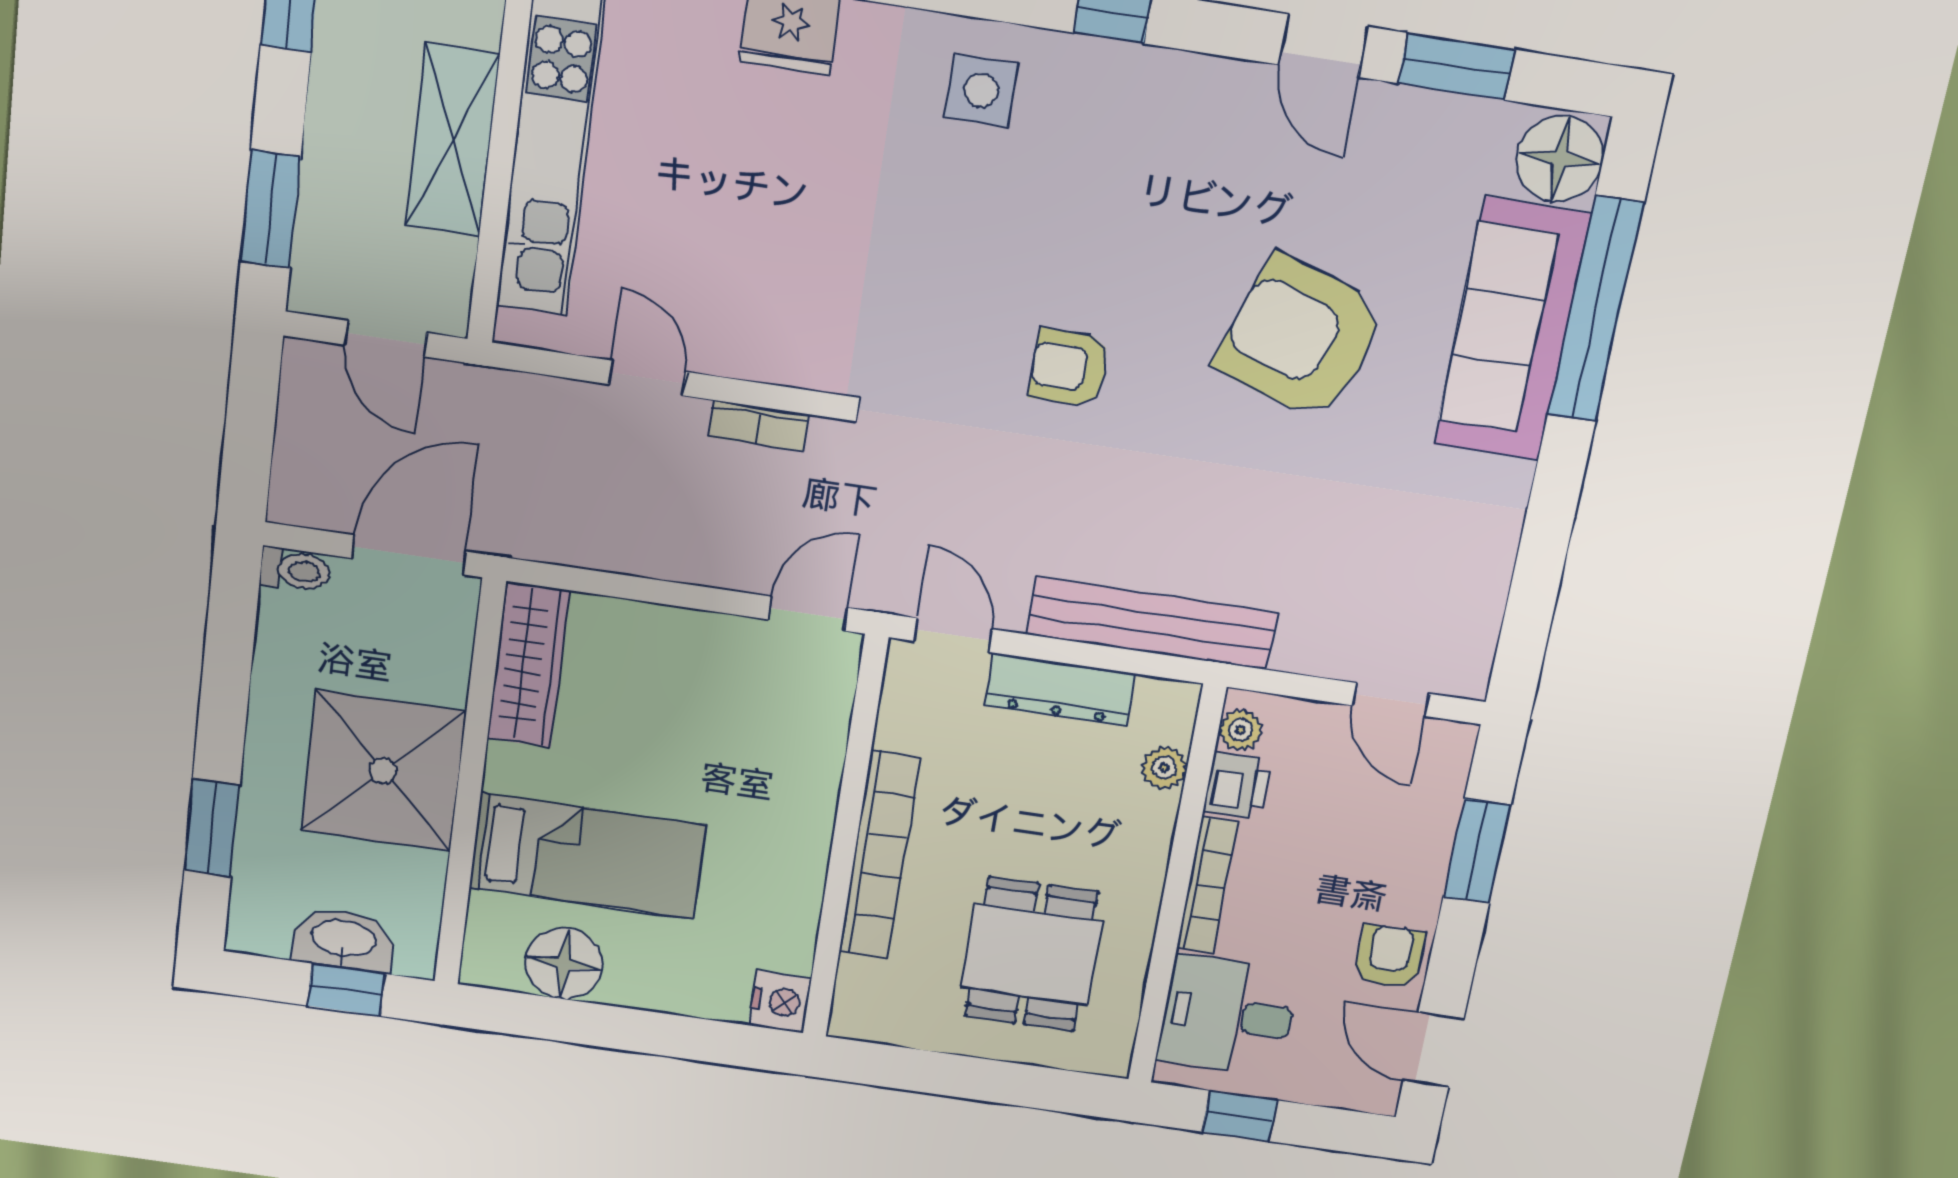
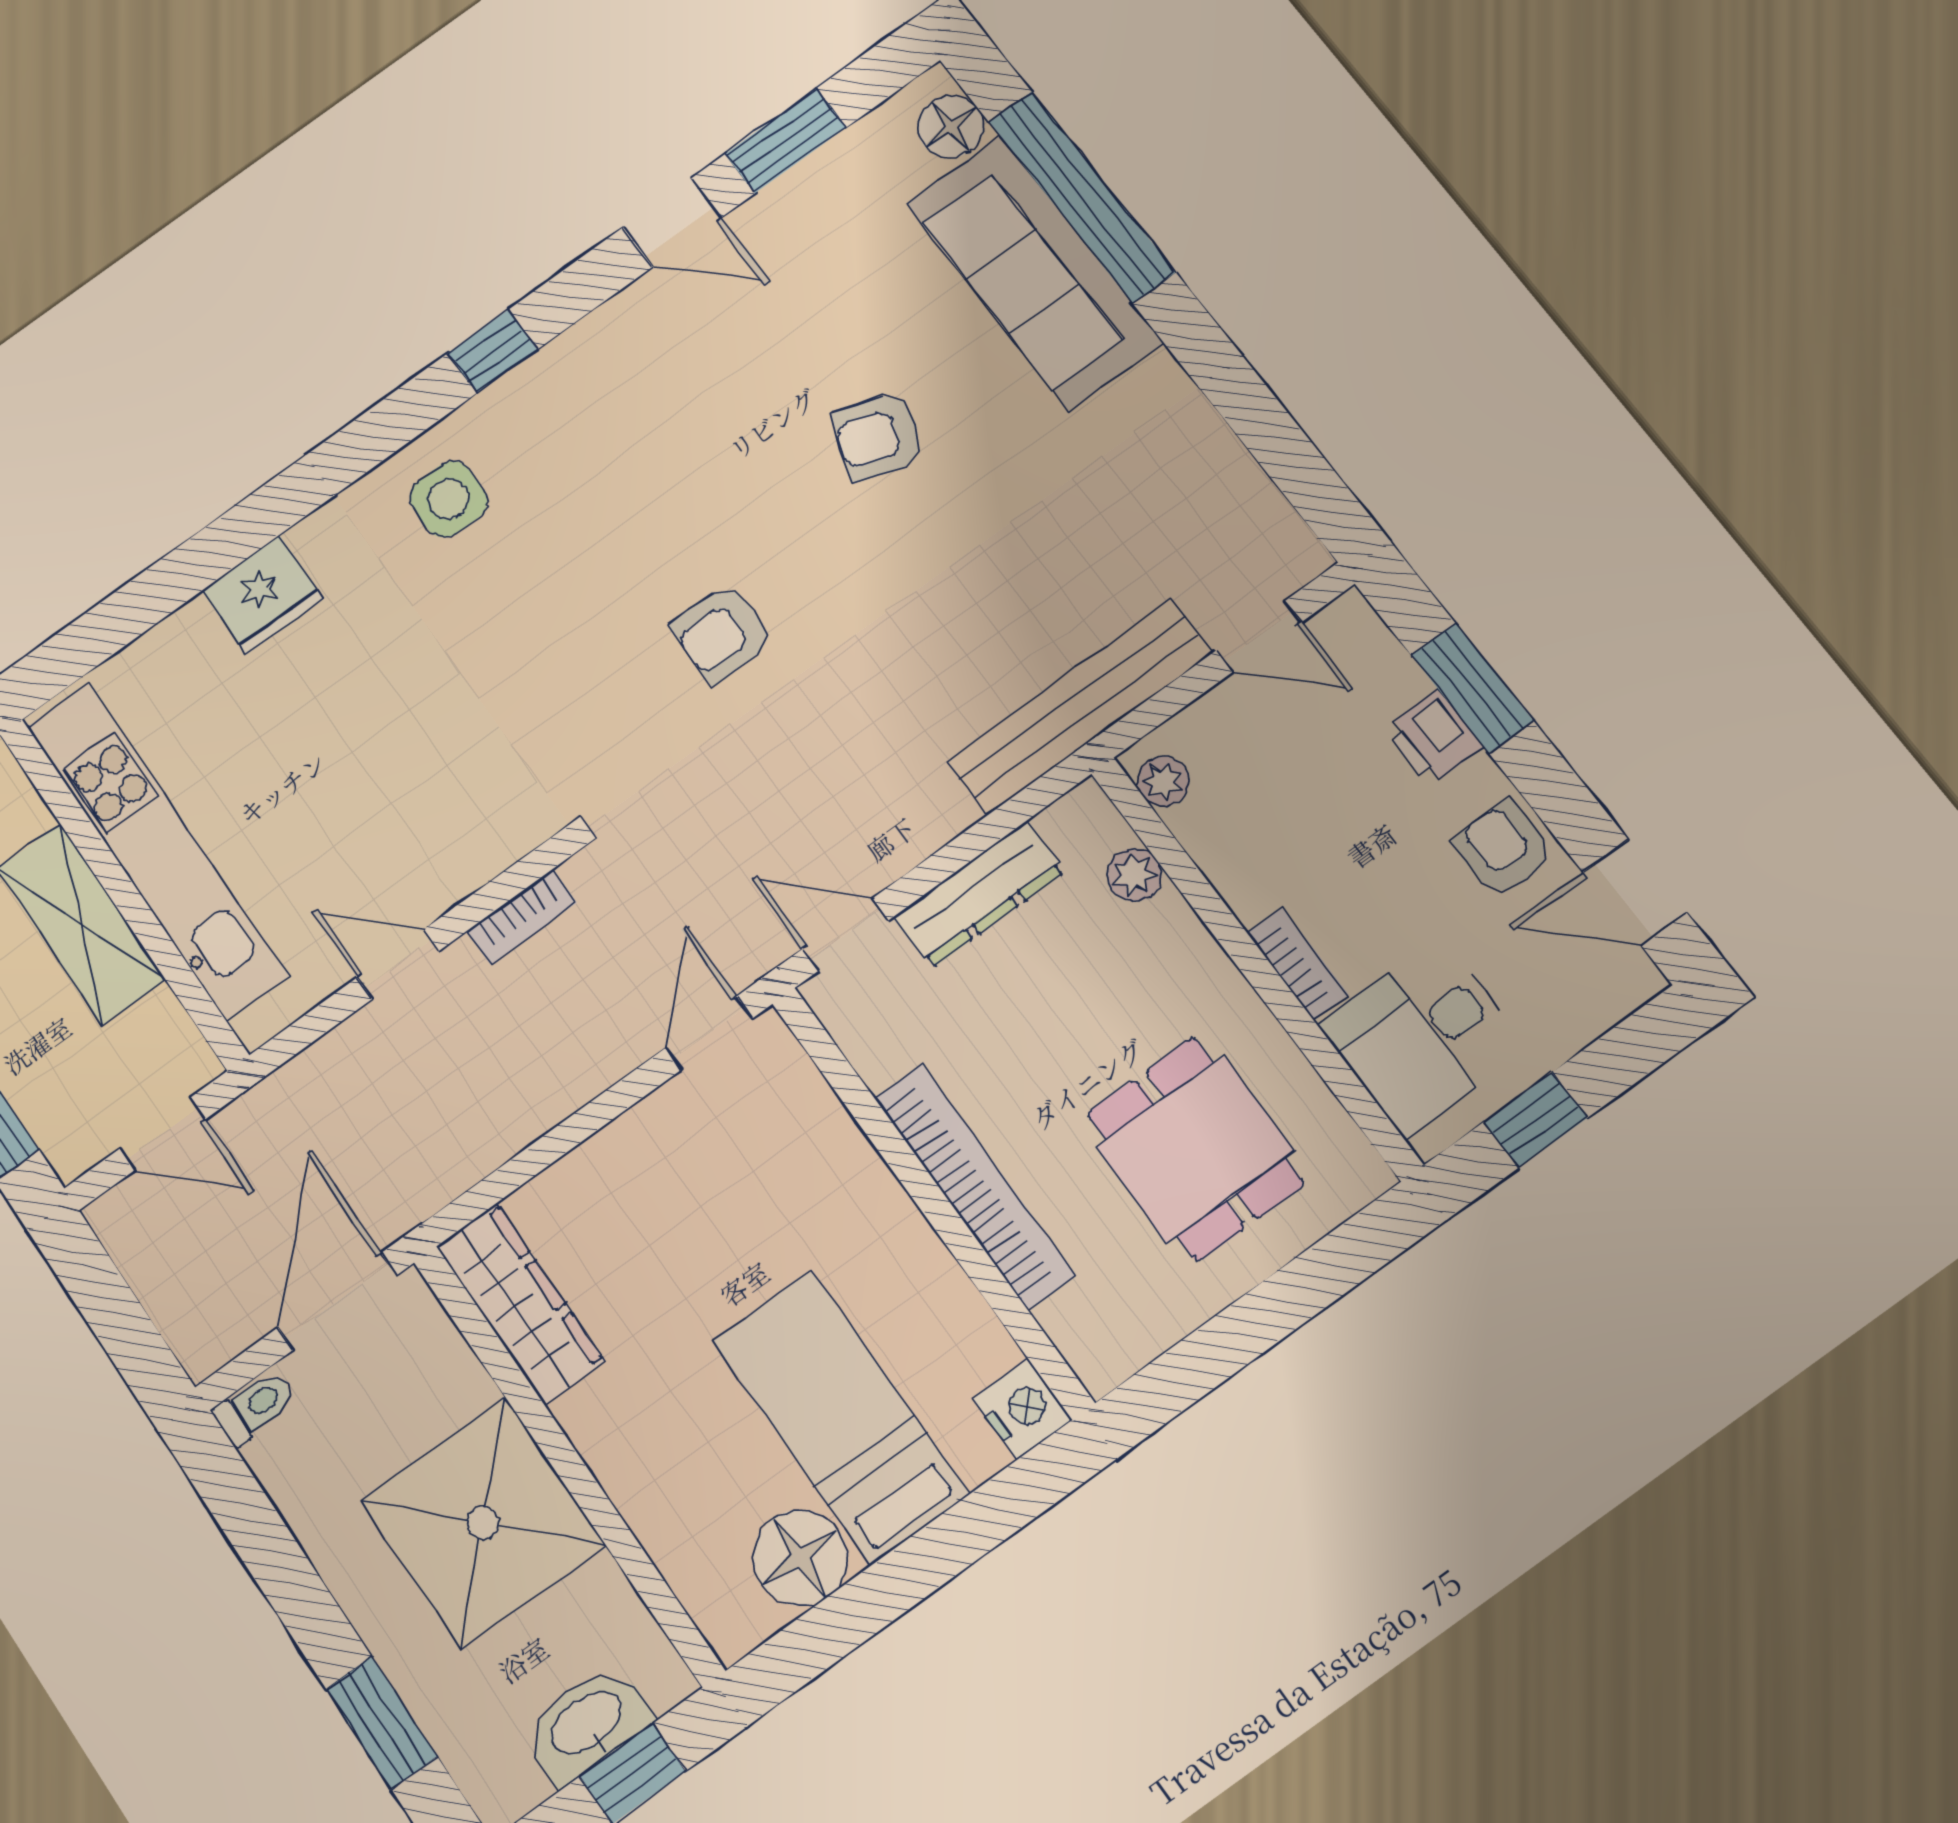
floor lamp: (1560, 159) -> (951, 127), width x0.73, depth x0.73
armchair: (1301, 338) -> (879, 436), width x0.53, depth x0.53
bench: (1152, 623) -> (1079, 707), moved
printer: (1237, 786) -> (1433, 737), moved, turned 180
bed: (587, 856) -> (841, 1417), moved, turned -90
bookcase: (1207, 885) -> (1298, 964), width x0.64

